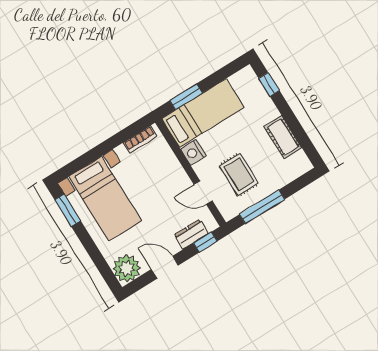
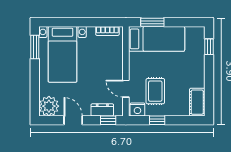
cot: (283, 137) -> (197, 102), moved
nightstand: (193, 153) -> (137, 109), moved, turned -90
window: (262, 207) -> (157, 120), width x0.46

